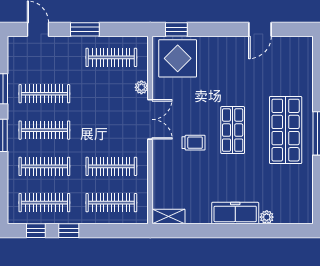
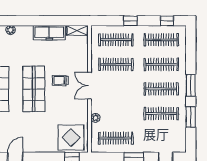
double door: (150, 119) -> (90, 86), moved
shop shelf: (233, 130) -> (34, 89), width x1.43, depth x1.36
freezer: (235, 213) -> (49, 33), moved
window: (69, 231) -> (130, 21), moved

